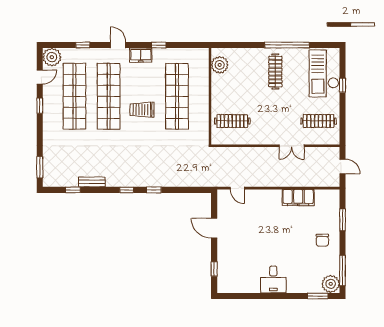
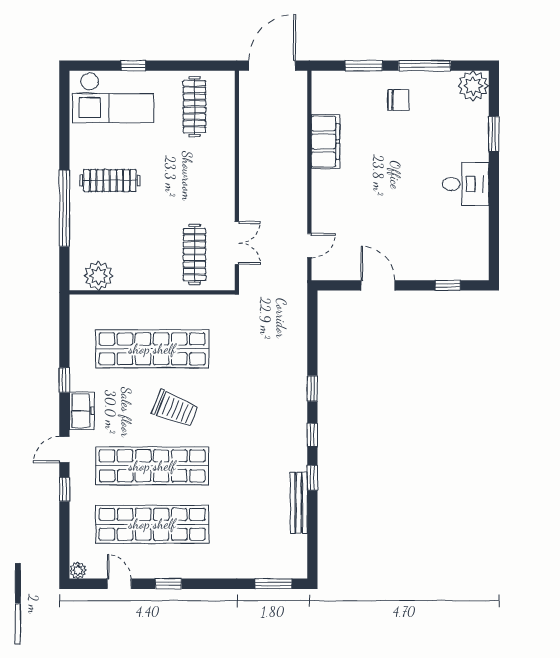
window: (83, 45) -> (64, 489), moved
window: (287, 45) -> (64, 208), moved
plant: (52, 57) -> (78, 570), width x0.53, depth x0.53
trolley: (142, 110) -> (175, 409), turned -68
double door: (292, 146) -> (237, 243), moved
door: (342, 166) -> (272, 66), width x1.87
bench: (92, 182) -> (299, 503), width x1.36
window: (73, 190) -> (312, 478), moved
door: (214, 228) -> (378, 285), swing flipped
window: (342, 271) -> (425, 66), moved
window: (318, 296) -> (494, 134), moved

